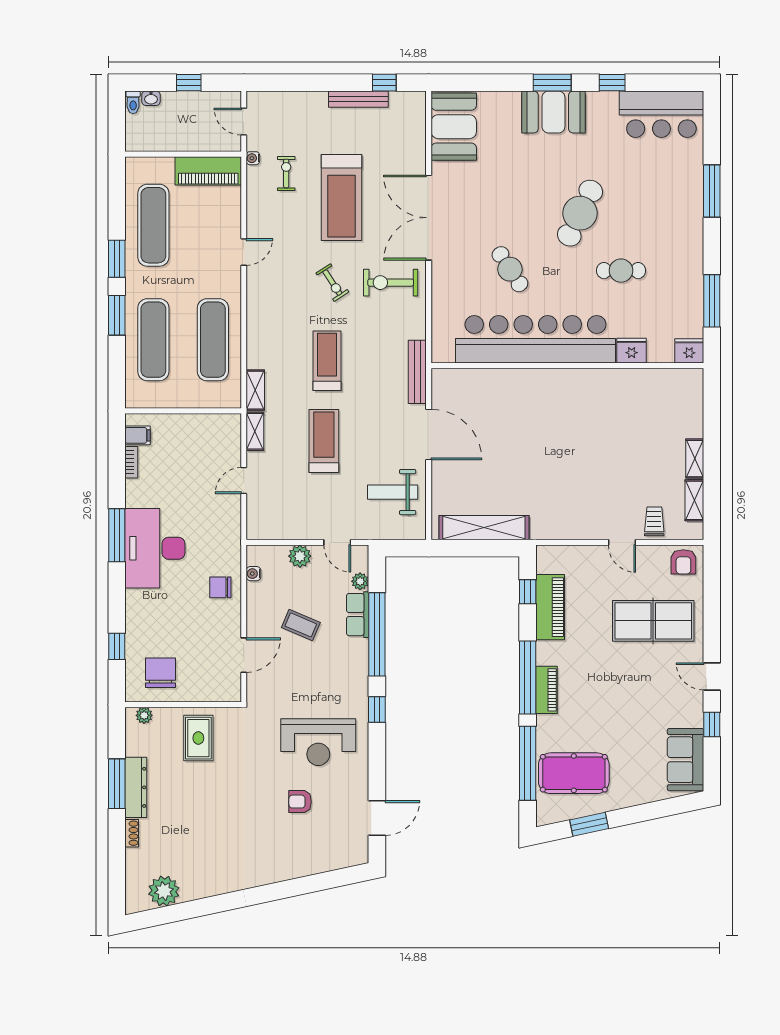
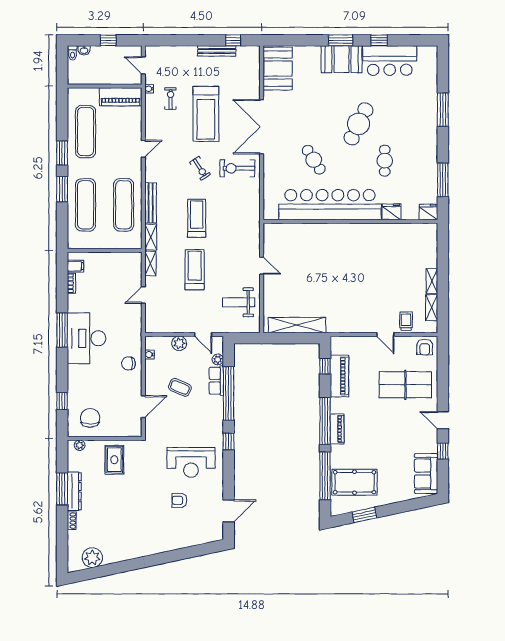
bar counter: (661, 114) -> (390, 61), moved
cafe table: (621, 271) -> (385, 161), turned 90
bench: (417, 372) -> (151, 203), moved
door: (429, 435) -> (262, 266), width x0.53

